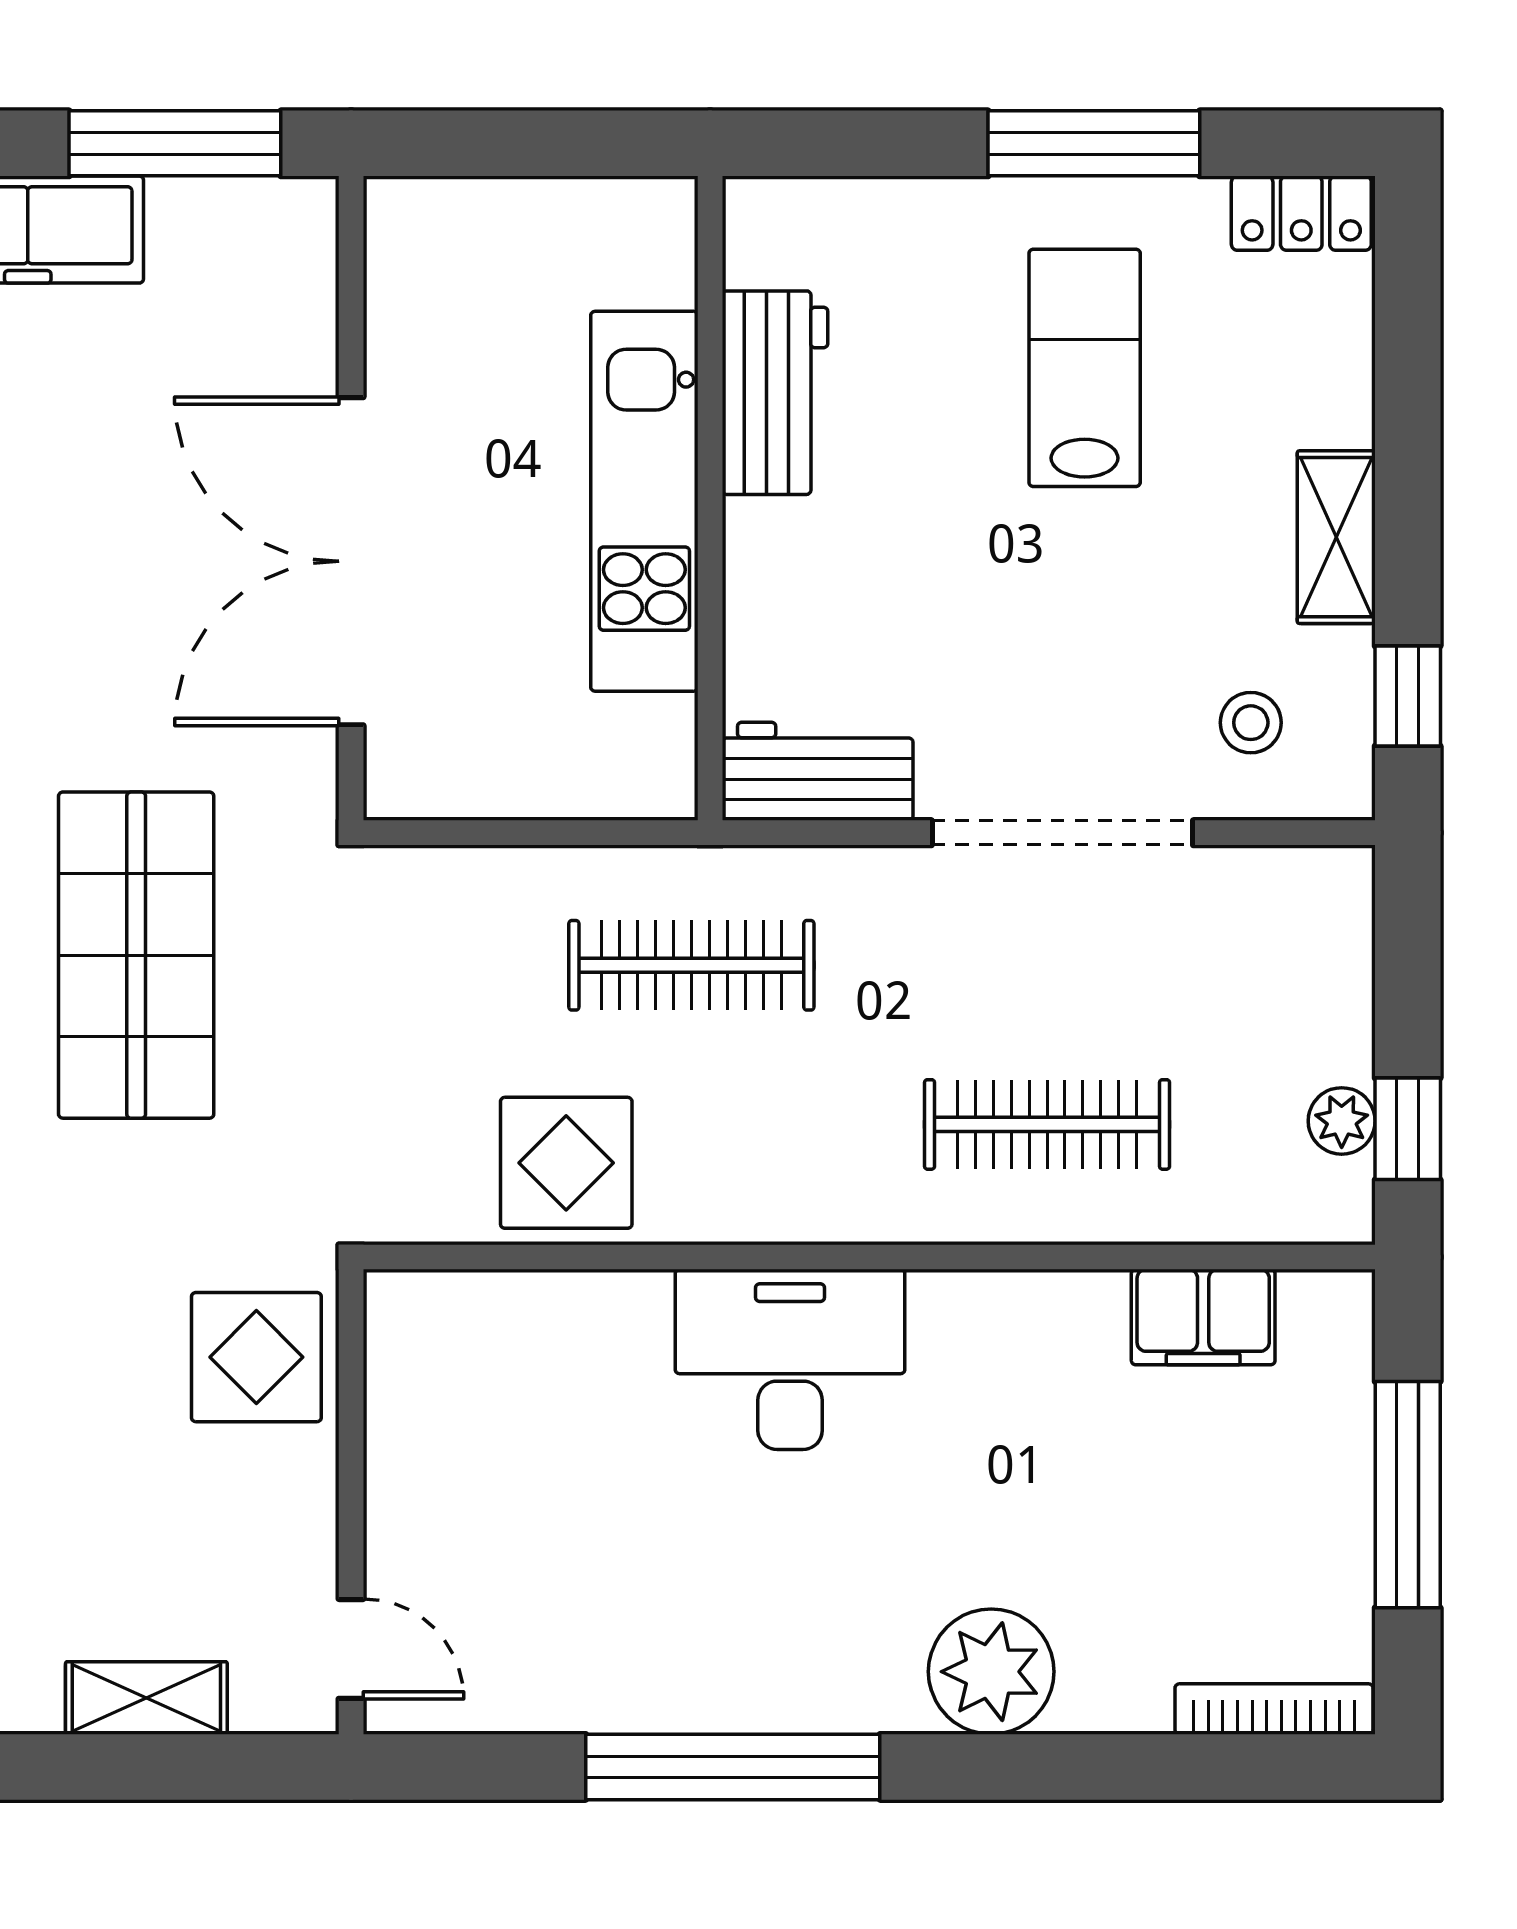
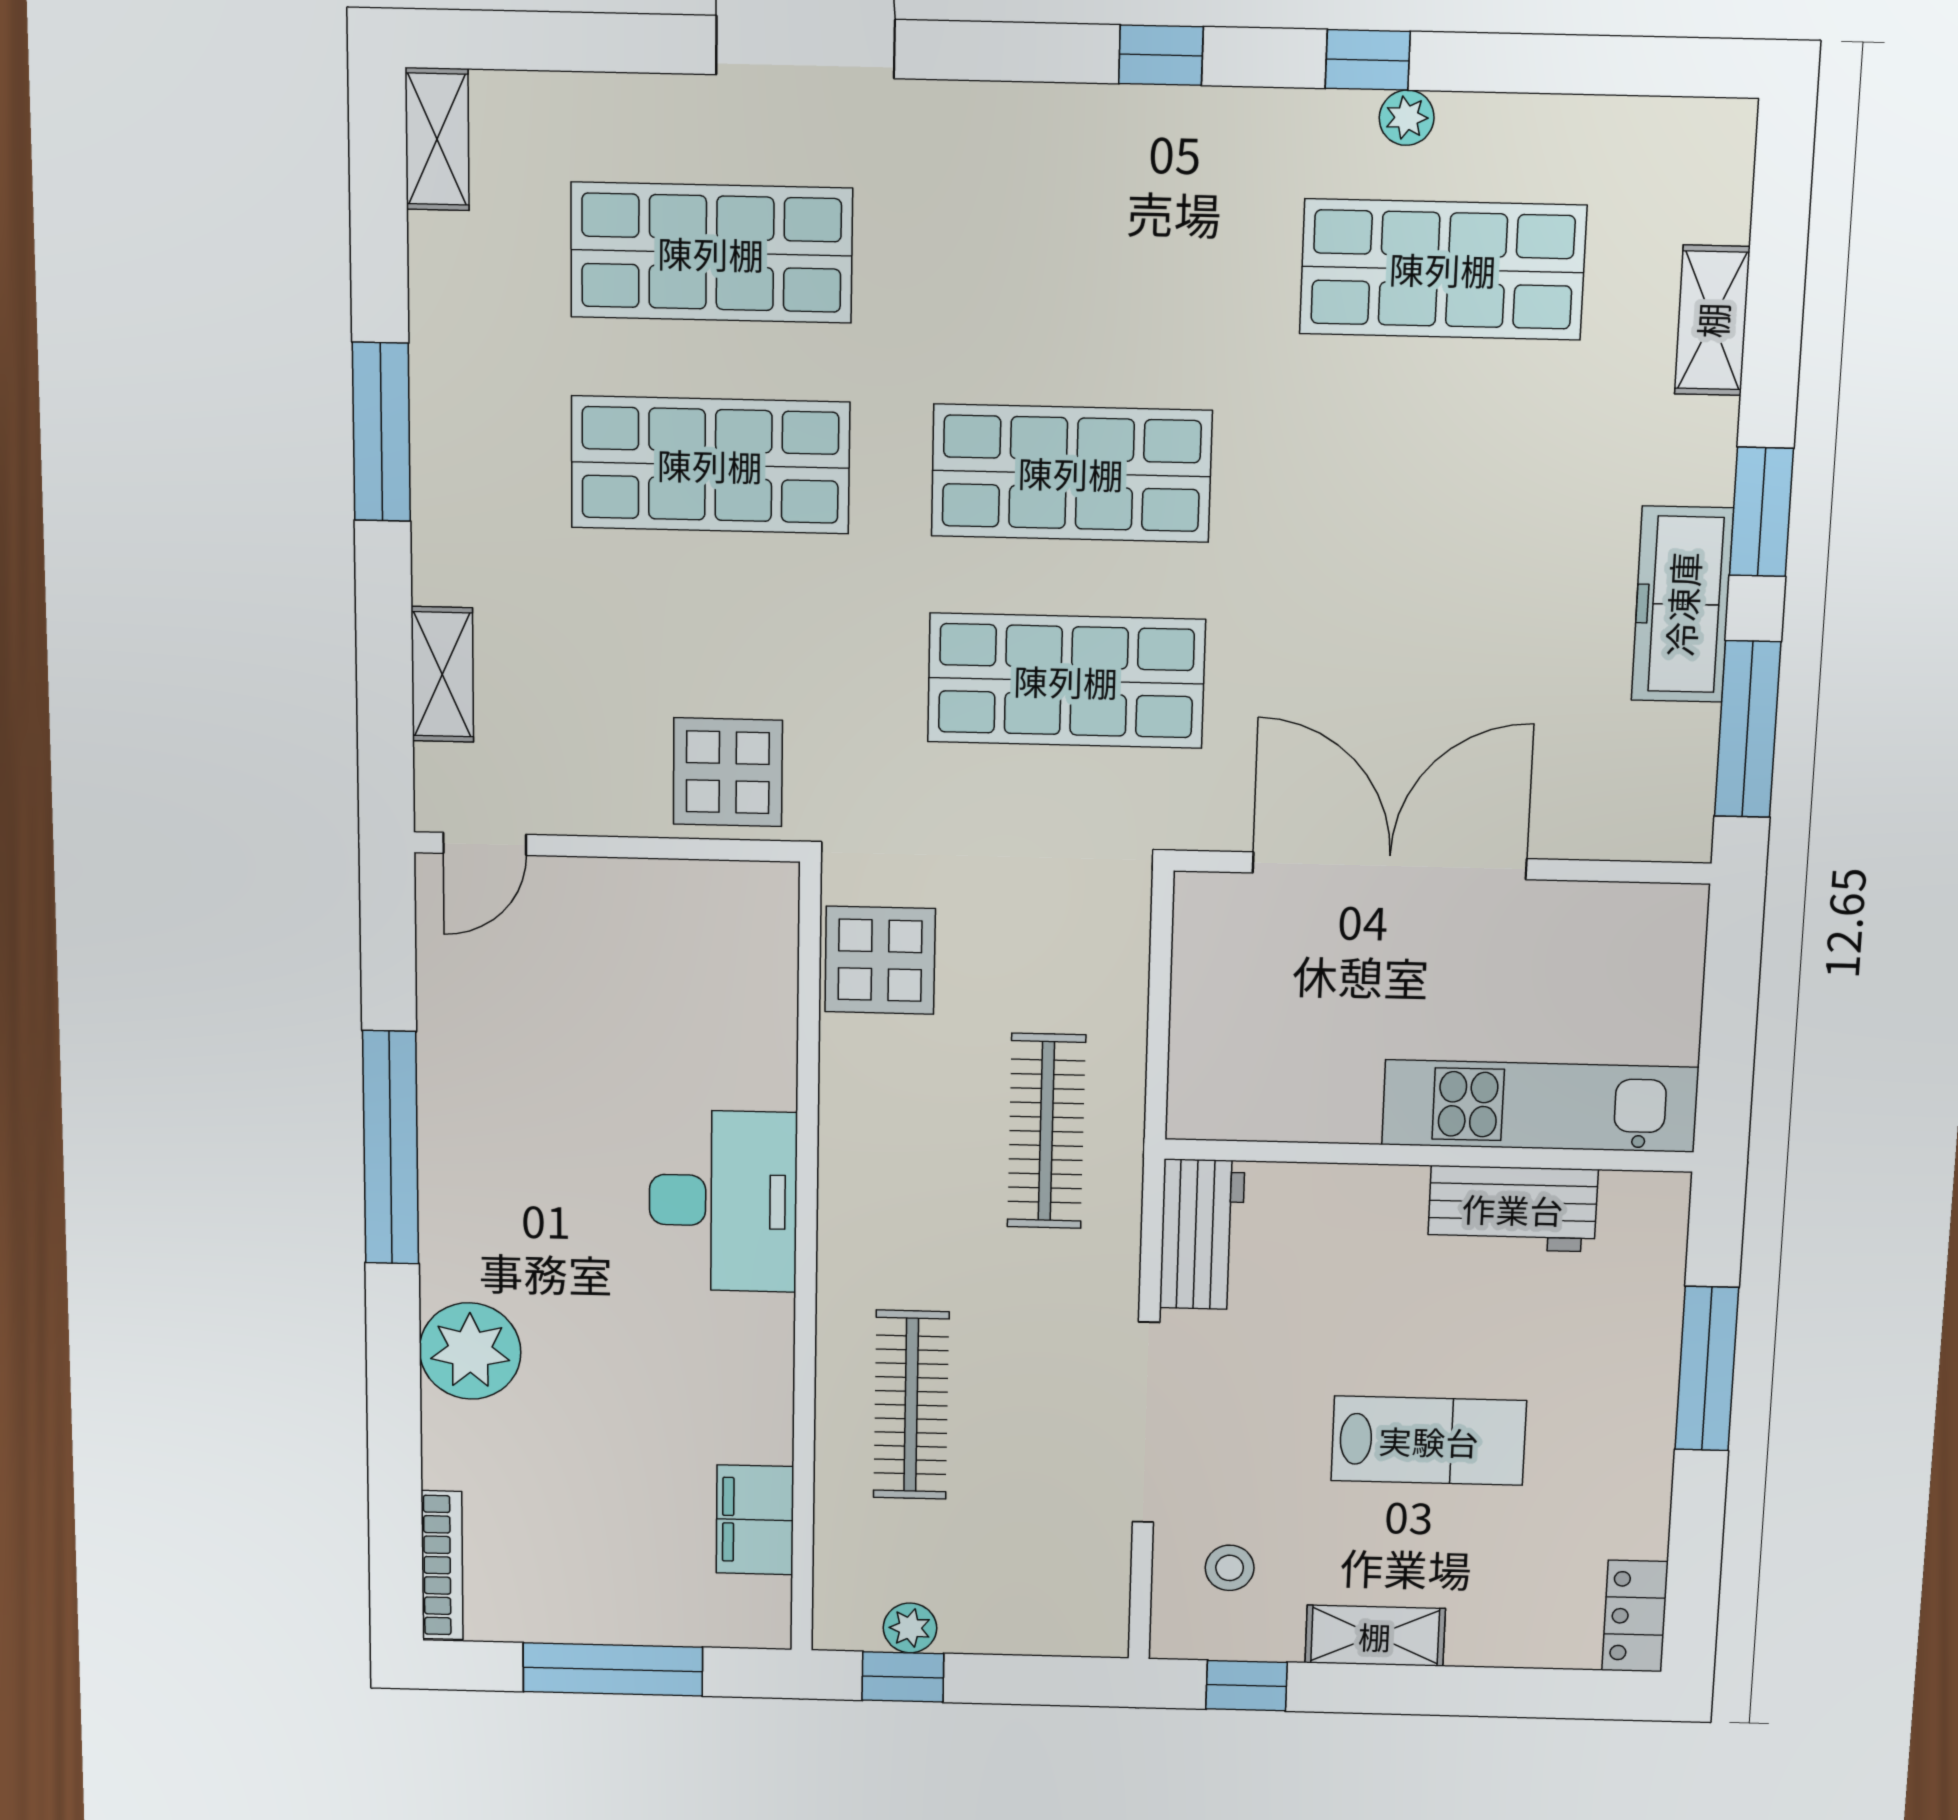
window: (1094, 143) -> (1707, 1369), moved
lab bench: (1085, 368) -> (1429, 1441), moved
kitchen unit: (644, 501) -> (1540, 1106), moved
display table: (566, 1163) -> (880, 960), moved

